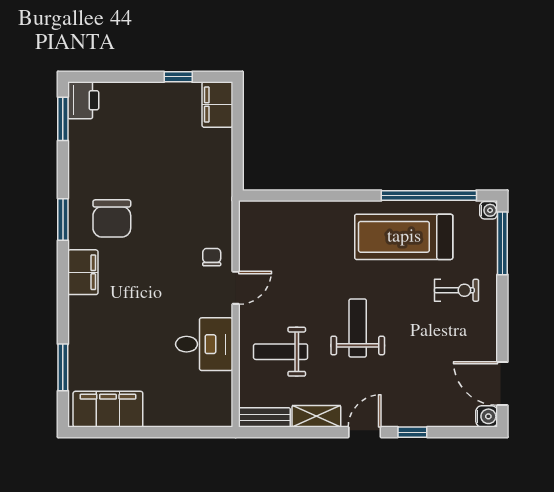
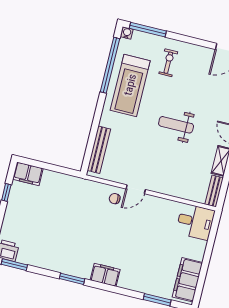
bench: (286, 211) -> (99, 150), added
chair: (112, 218) -> (78, 251), removed
door: (236, 288) -> (136, 189), swing flipped
desk: (204, 344) -> (195, 222), moved, turned 90
weight bench: (281, 352) -> (179, 172), removed

